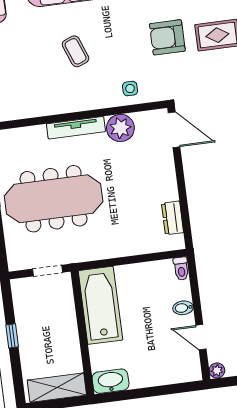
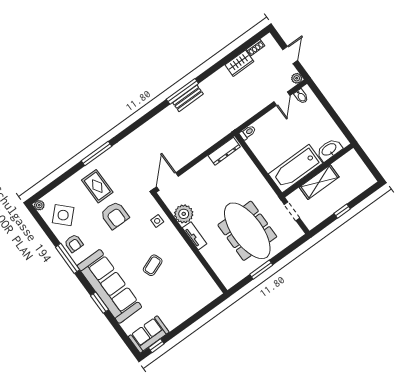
tv unit: (76, 128) -> (195, 236), width x0.71
dresser: (172, 218) -> (224, 151), width x1.44
bidet: (183, 308) -> (301, 96), moved
washbasin: (110, 381) -> (329, 150), moved, turned 90
shelving: (57, 388) -> (319, 182), moved, turned 90

